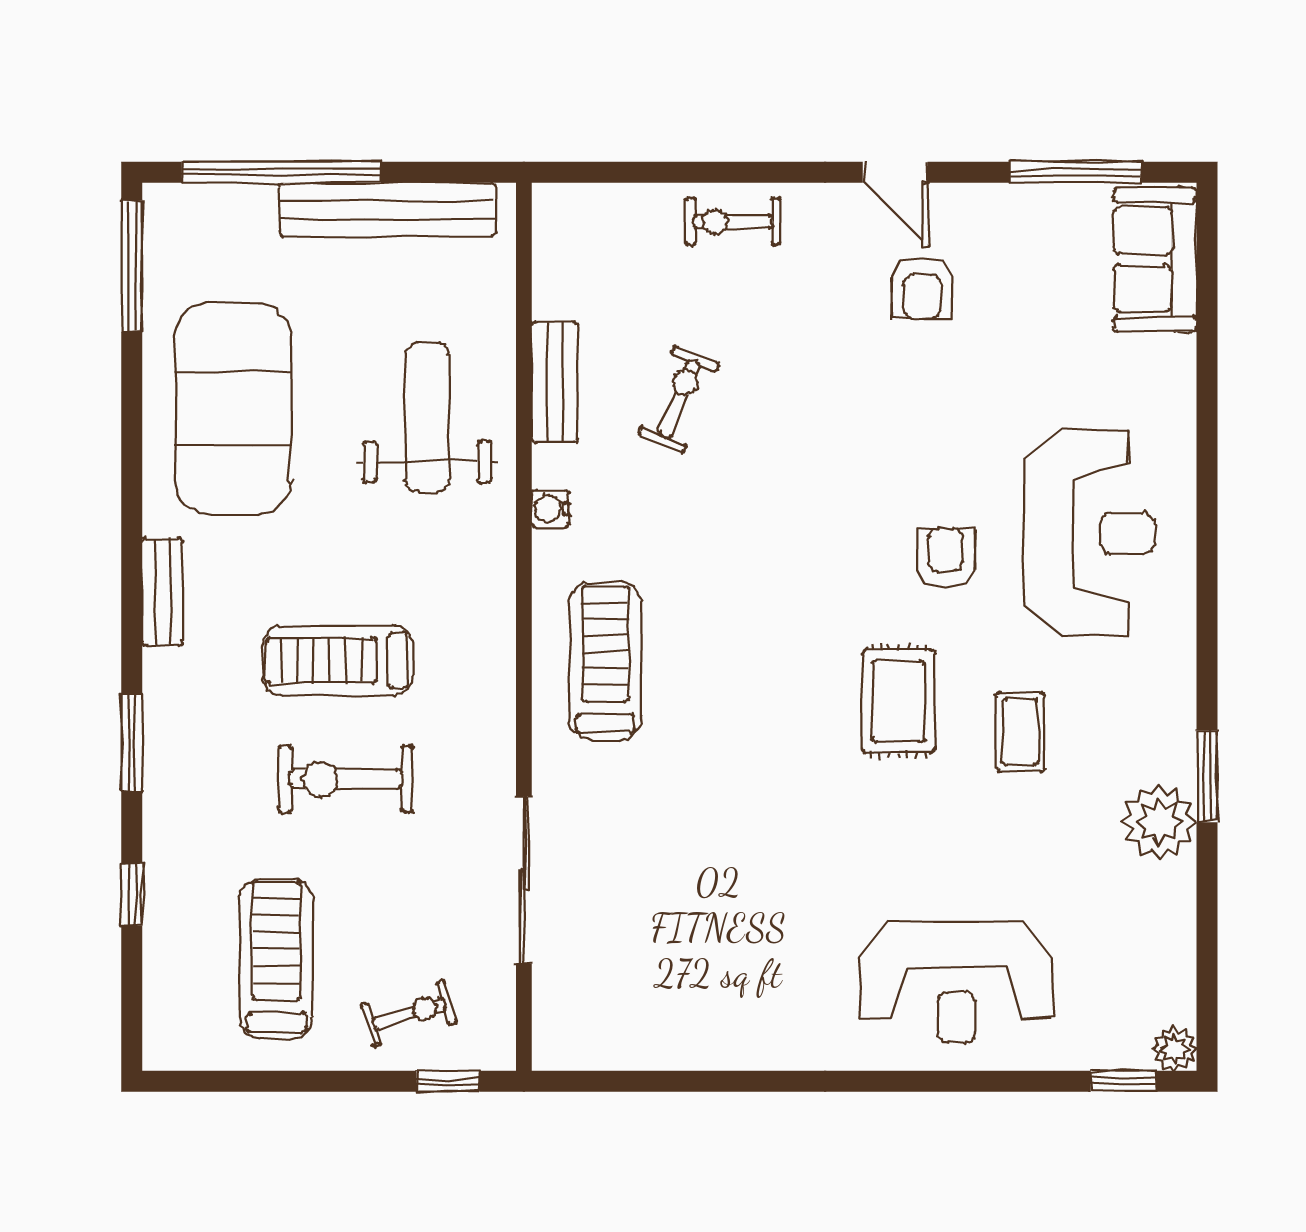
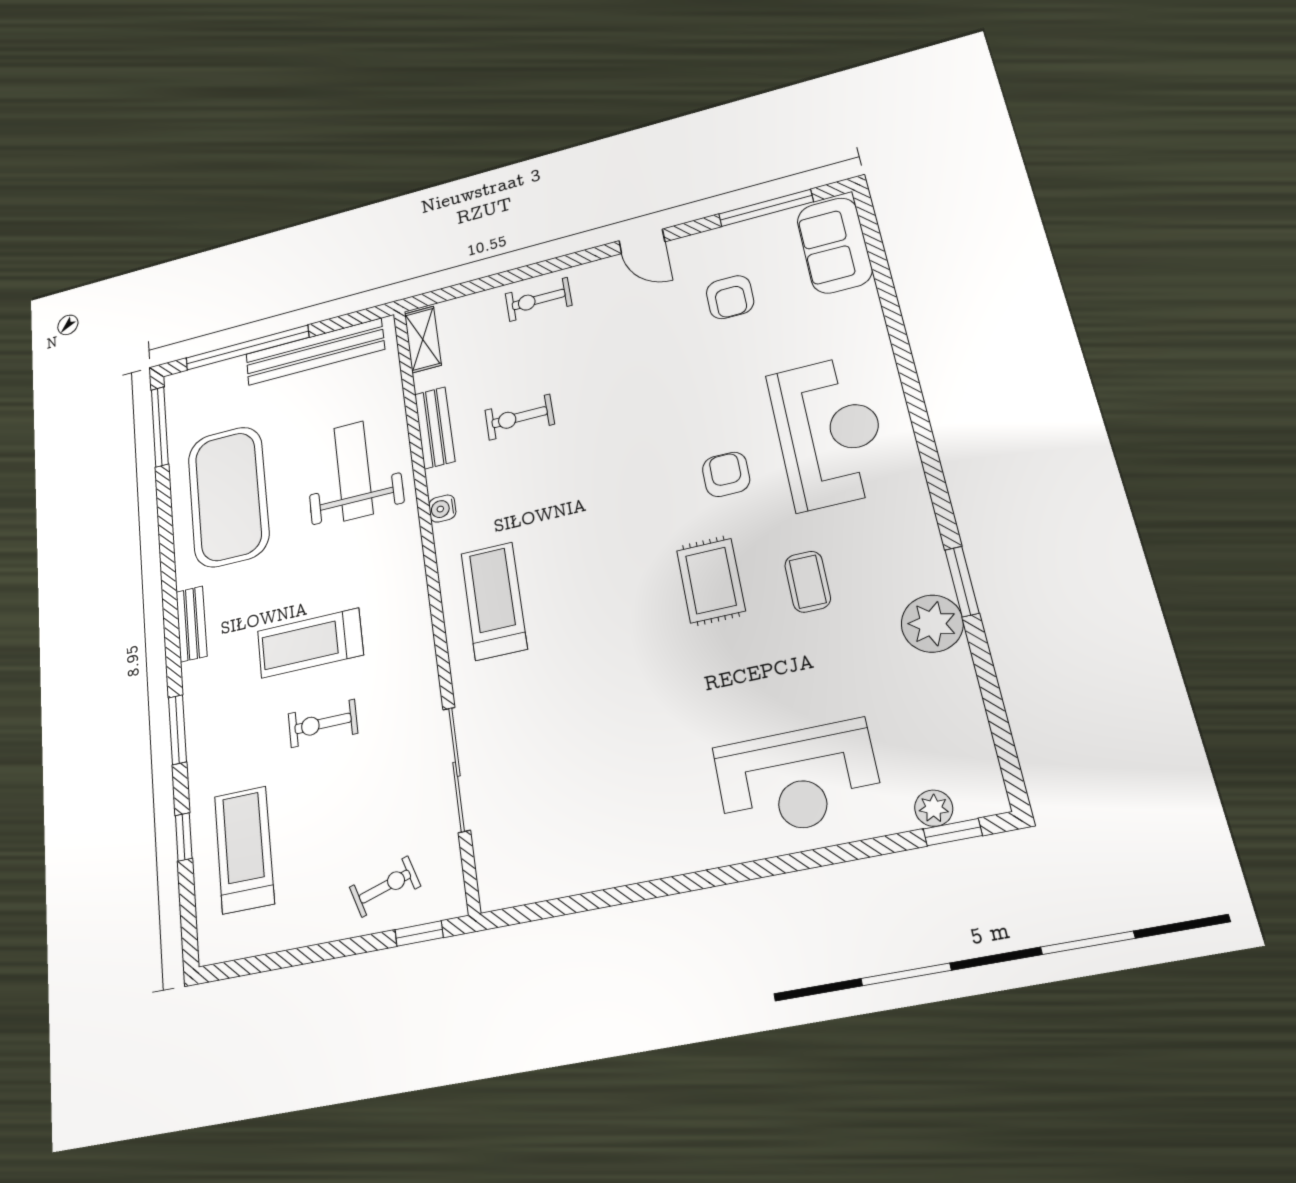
shelving: (554, 236) -> (423, 339), added
armchair: (922, 288) -> (730, 297), moved
exercise bike: (679, 399) -> (520, 417), turned -112
exercise bike: (345, 779) -> (323, 723), width x0.73, depth x0.72
treadmill: (276, 958) -> (244, 849), moved
plant: (1175, 1049) -> (934, 808), moved

